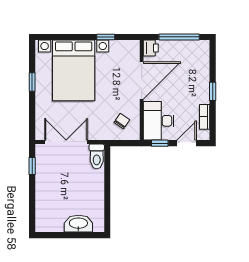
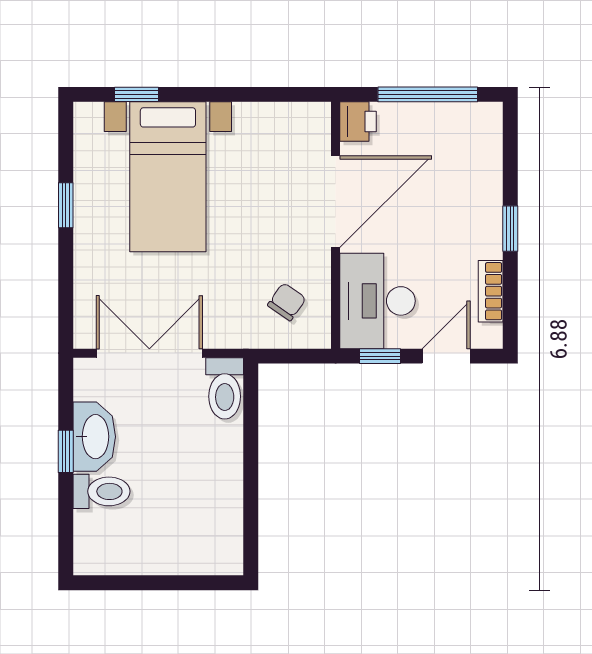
window: (106, 37) -> (136, 94), moved
bed with nightstands: (74, 70) -> (168, 177), width x0.73
window: (32, 166) -> (66, 451), moved
toilet: (47, 198) -> (101, 491), added
washbasin: (78, 224) -> (94, 437), moved, turned 90

